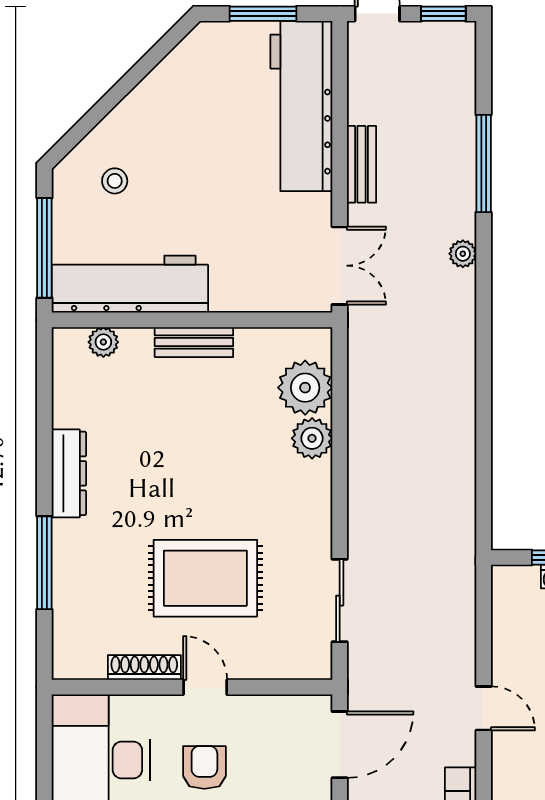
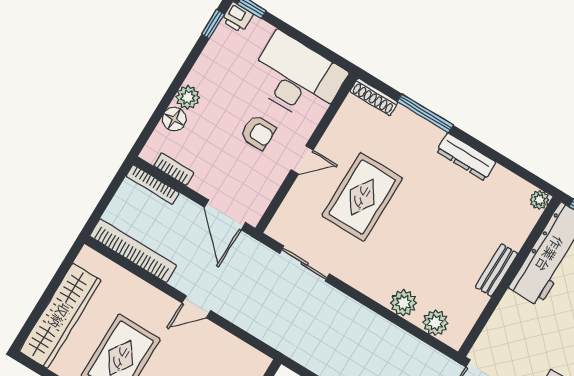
plant: (103, 342) -> (539, 200), moved
plant: (305, 388) -> (435, 323), width x0.73, depth x0.73
shoe rack: (144, 667) -> (374, 97), moved, turned 90

